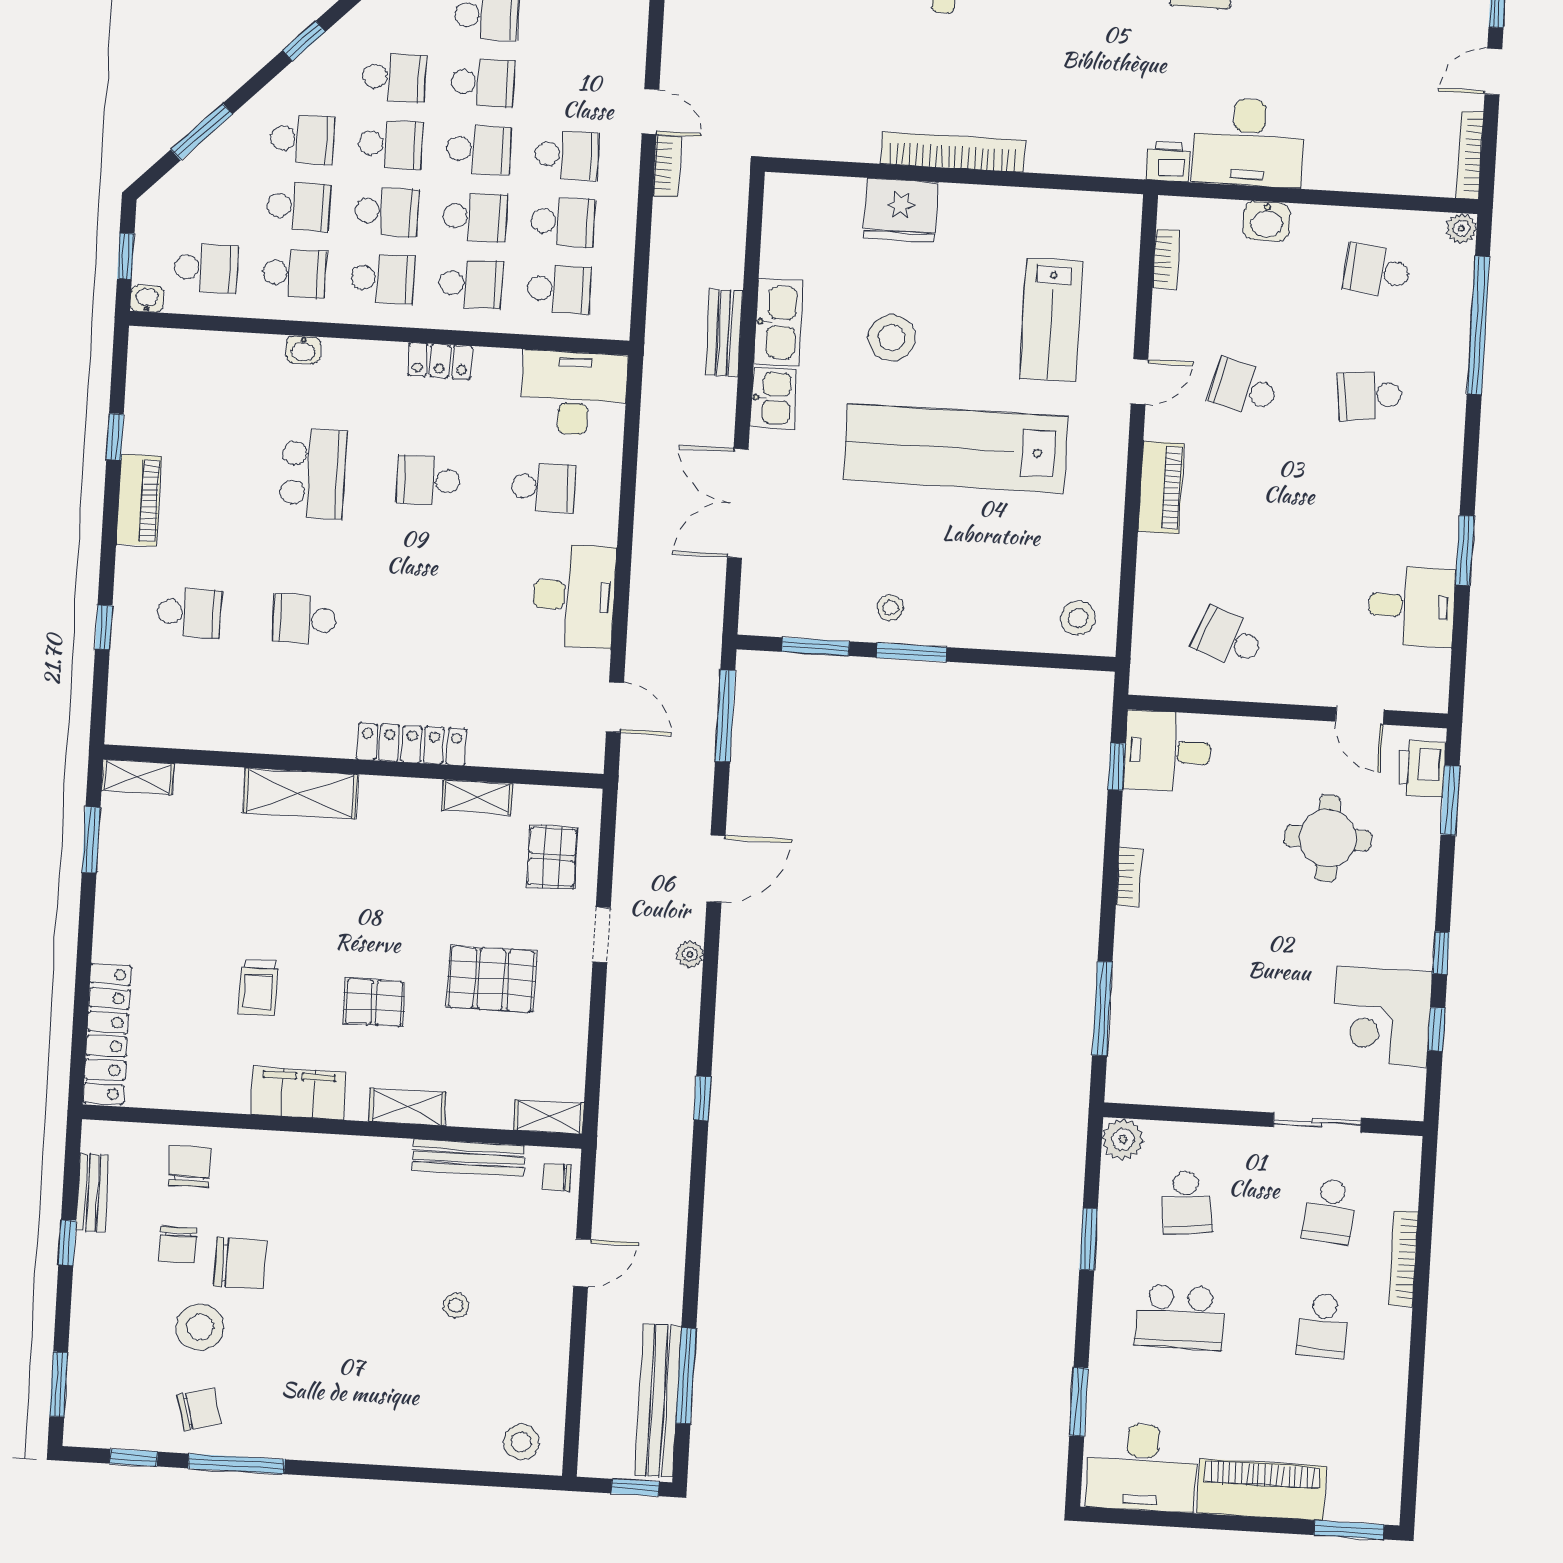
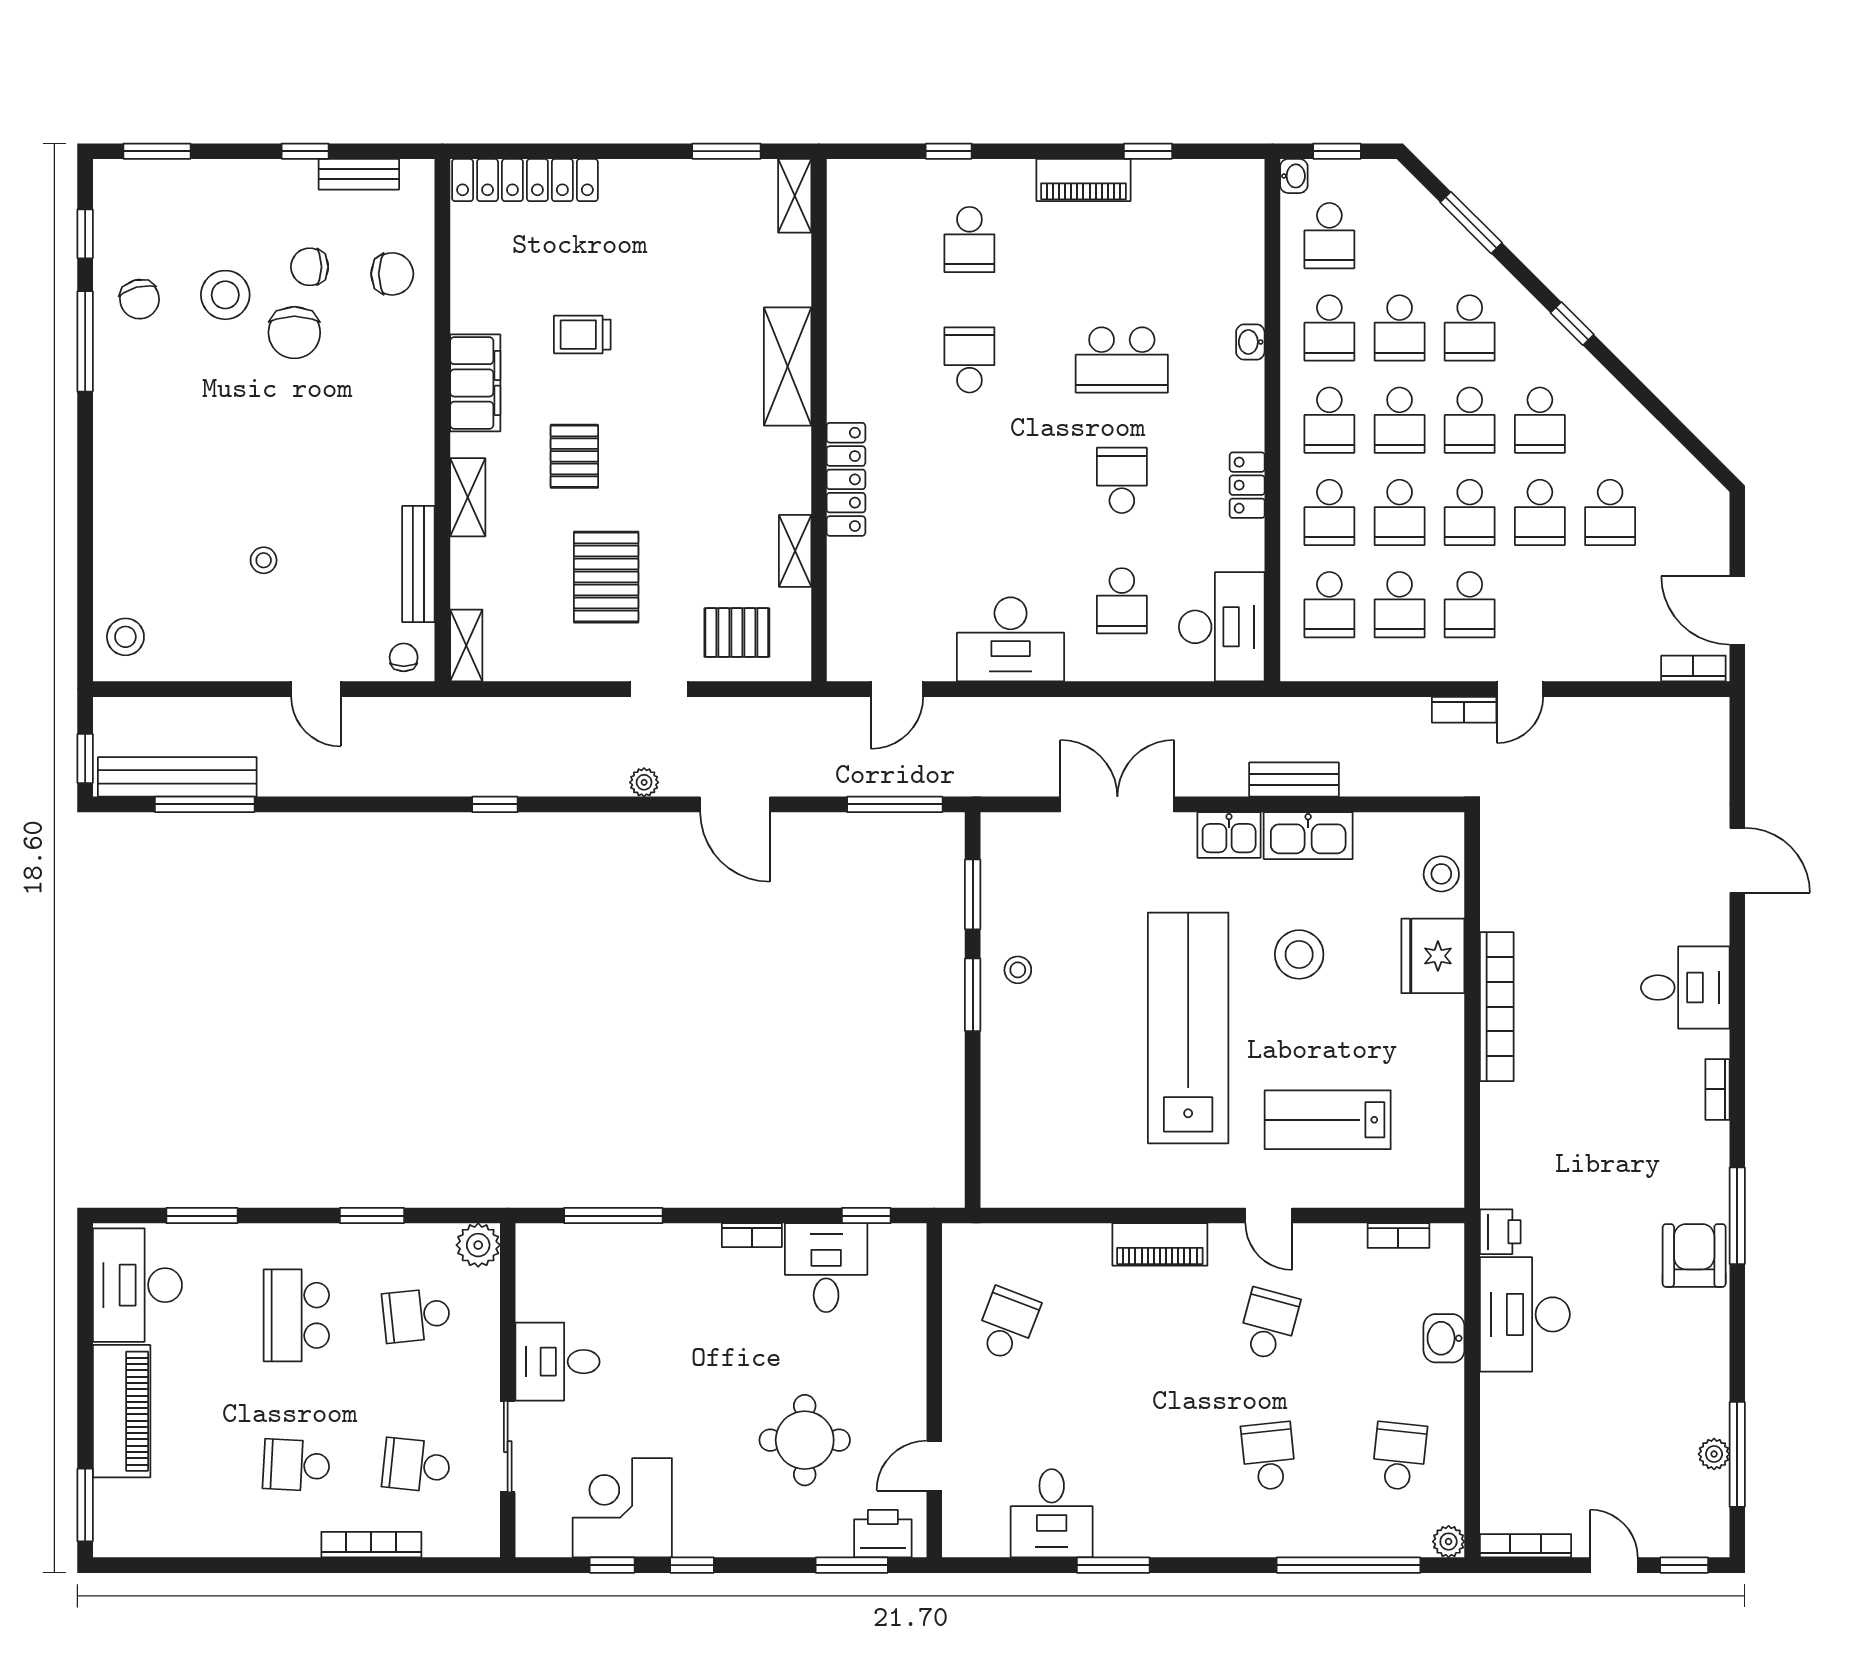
stool: (1078, 618) -> (1441, 874), moved
desk: (1168, 751) -> (826, 1268), moved
desk: (1239, 1070) -> (557, 1362), added

